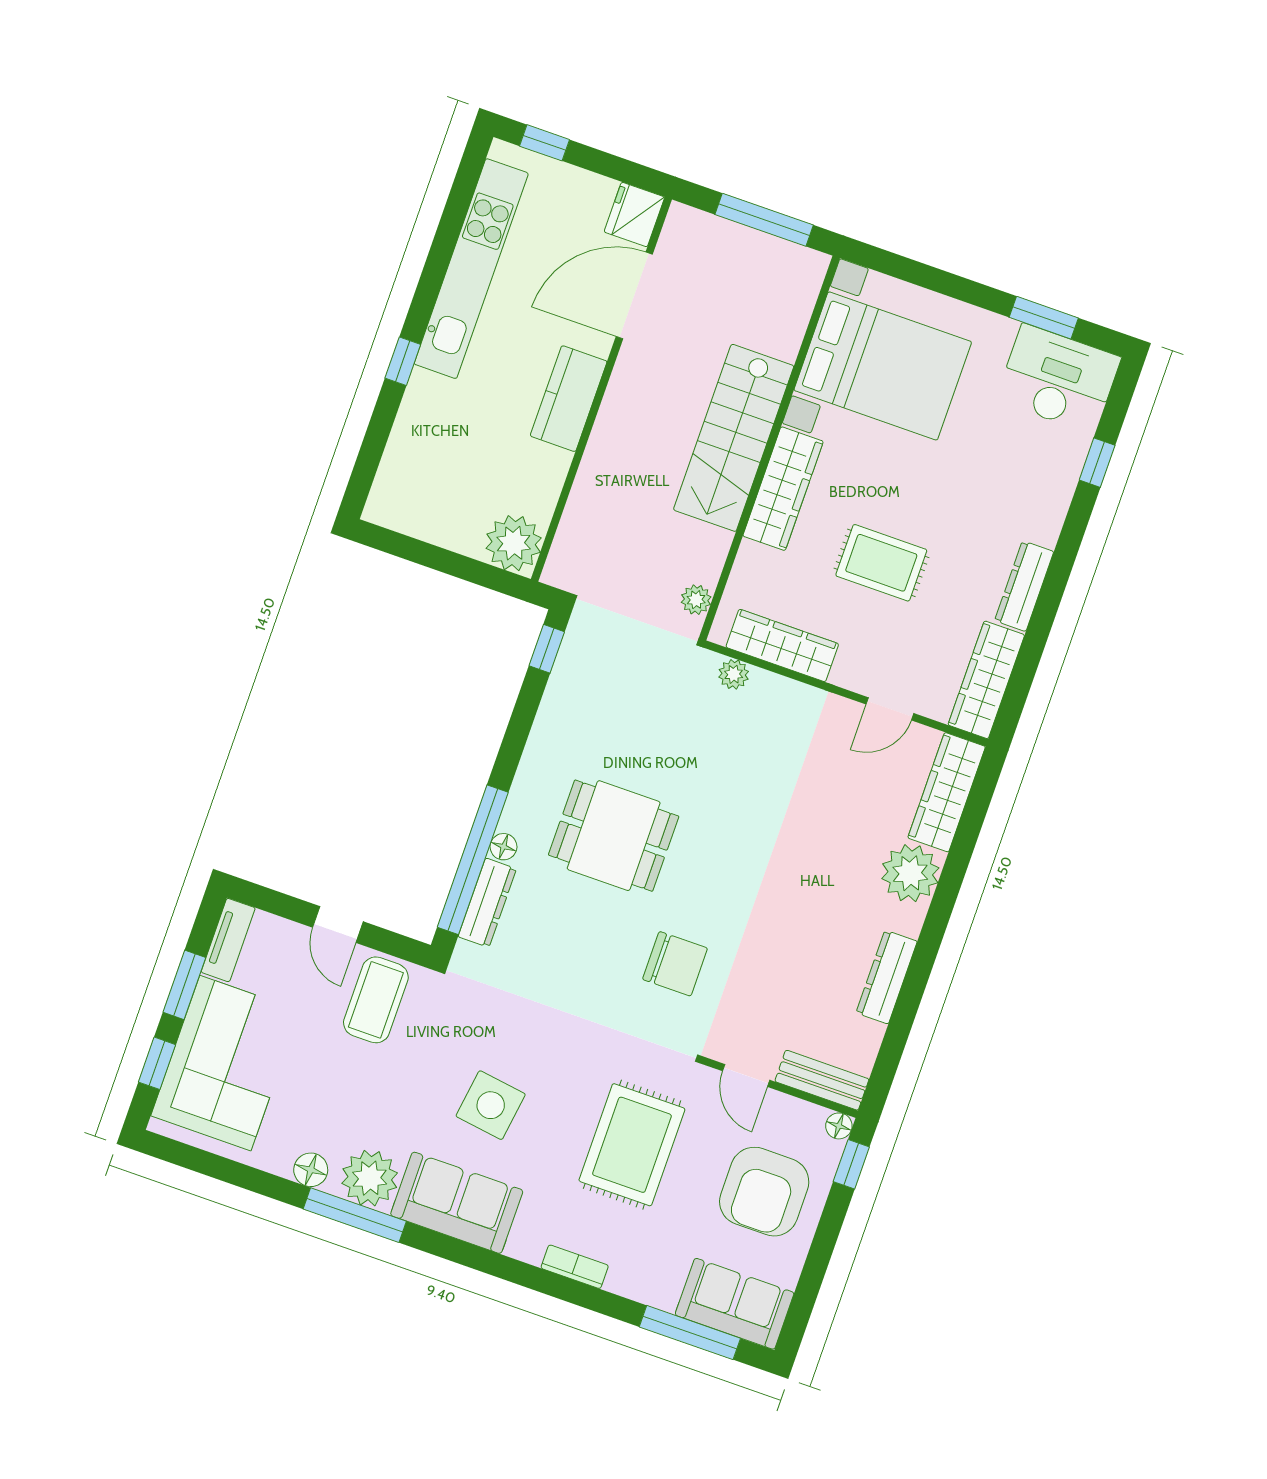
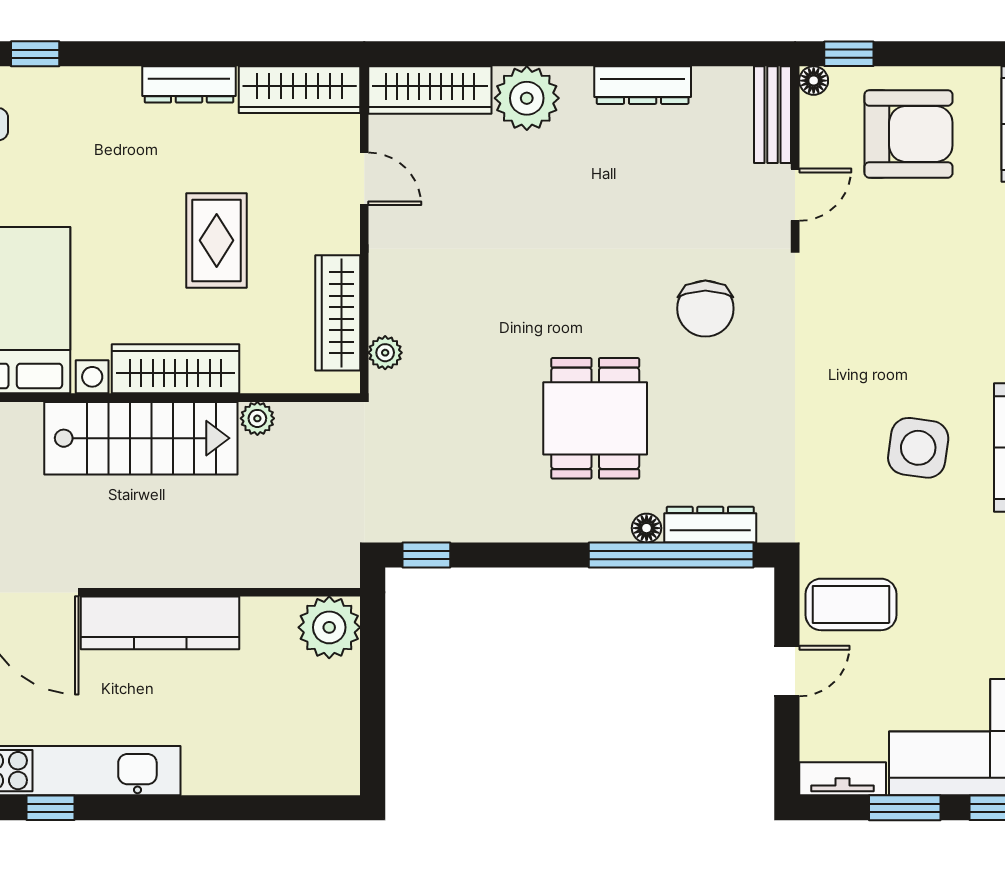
window: (403, 361) -> (51, 808), moved
kitchen counter: (569, 399) -> (160, 623), width x1.50
plant: (696, 600) -> (257, 418), moved
chair: (675, 964) -> (705, 309), turned 180
rug: (632, 1145) -> (908, 288), removed

